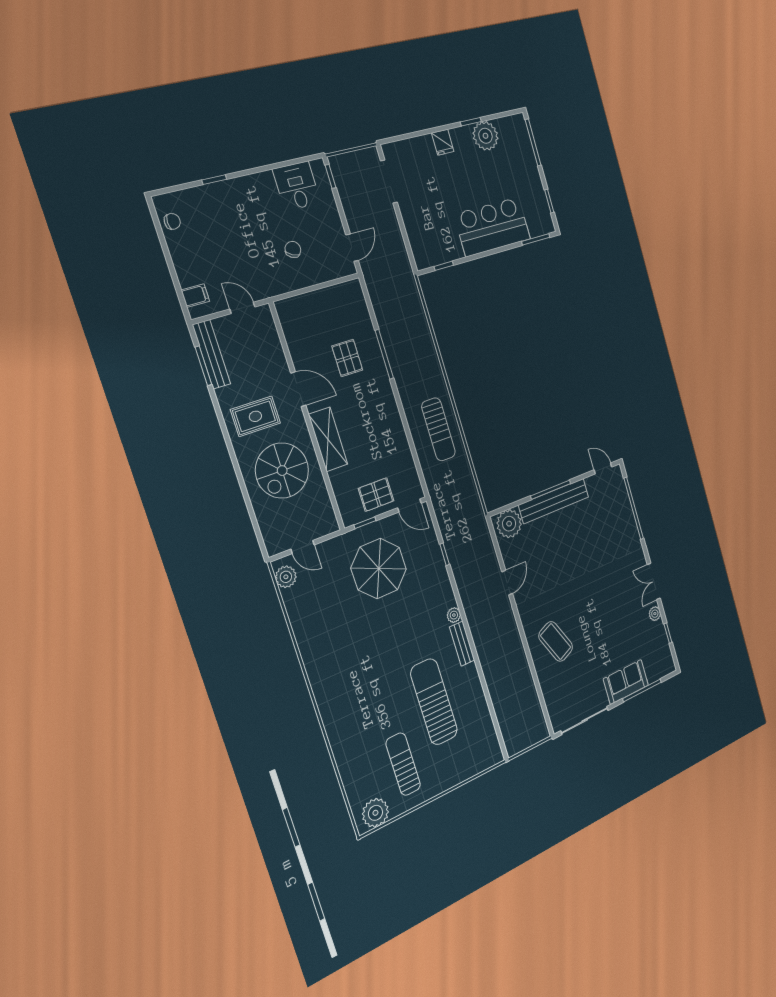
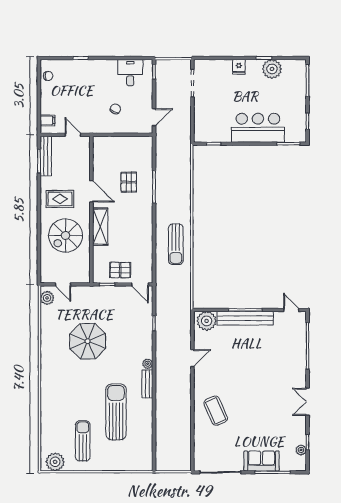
parasol: (379, 569) -> (88, 341), moved
plant: (655, 614) -> (301, 450), moved

